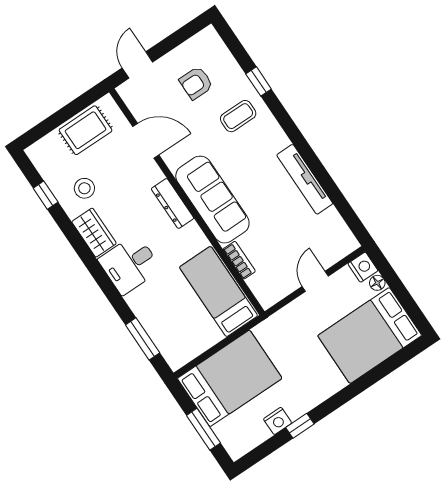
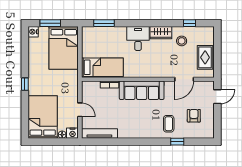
door: (137, 65) -> (217, 97), hinge flipped
tv unit: (305, 179) -> (99, 134), moved
dresser: (172, 203) -> (151, 73), removed
nightstand: (278, 421) -> (33, 32), moved
window: (300, 426) -> (25, 84), moved

